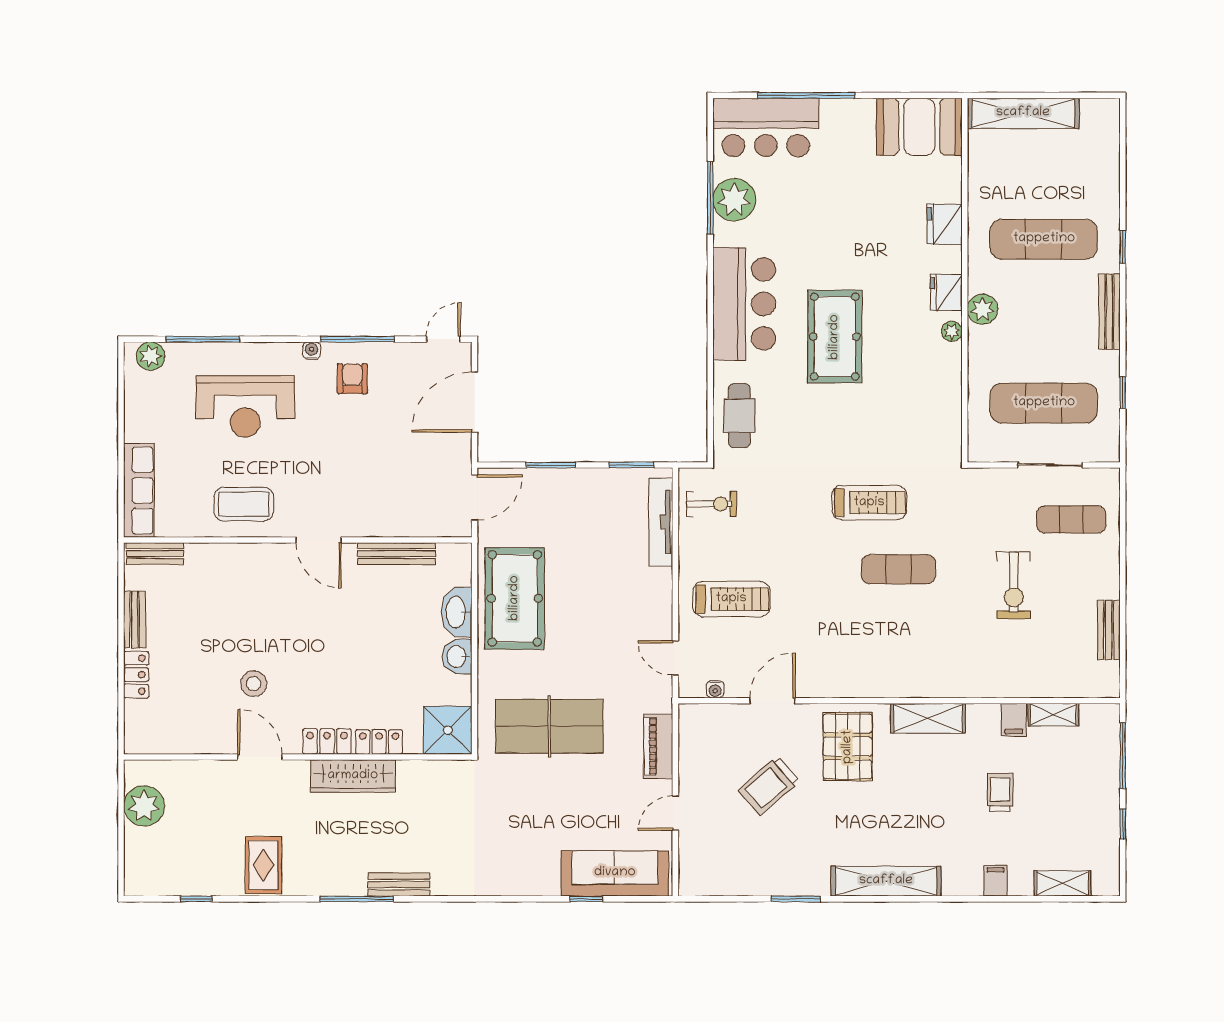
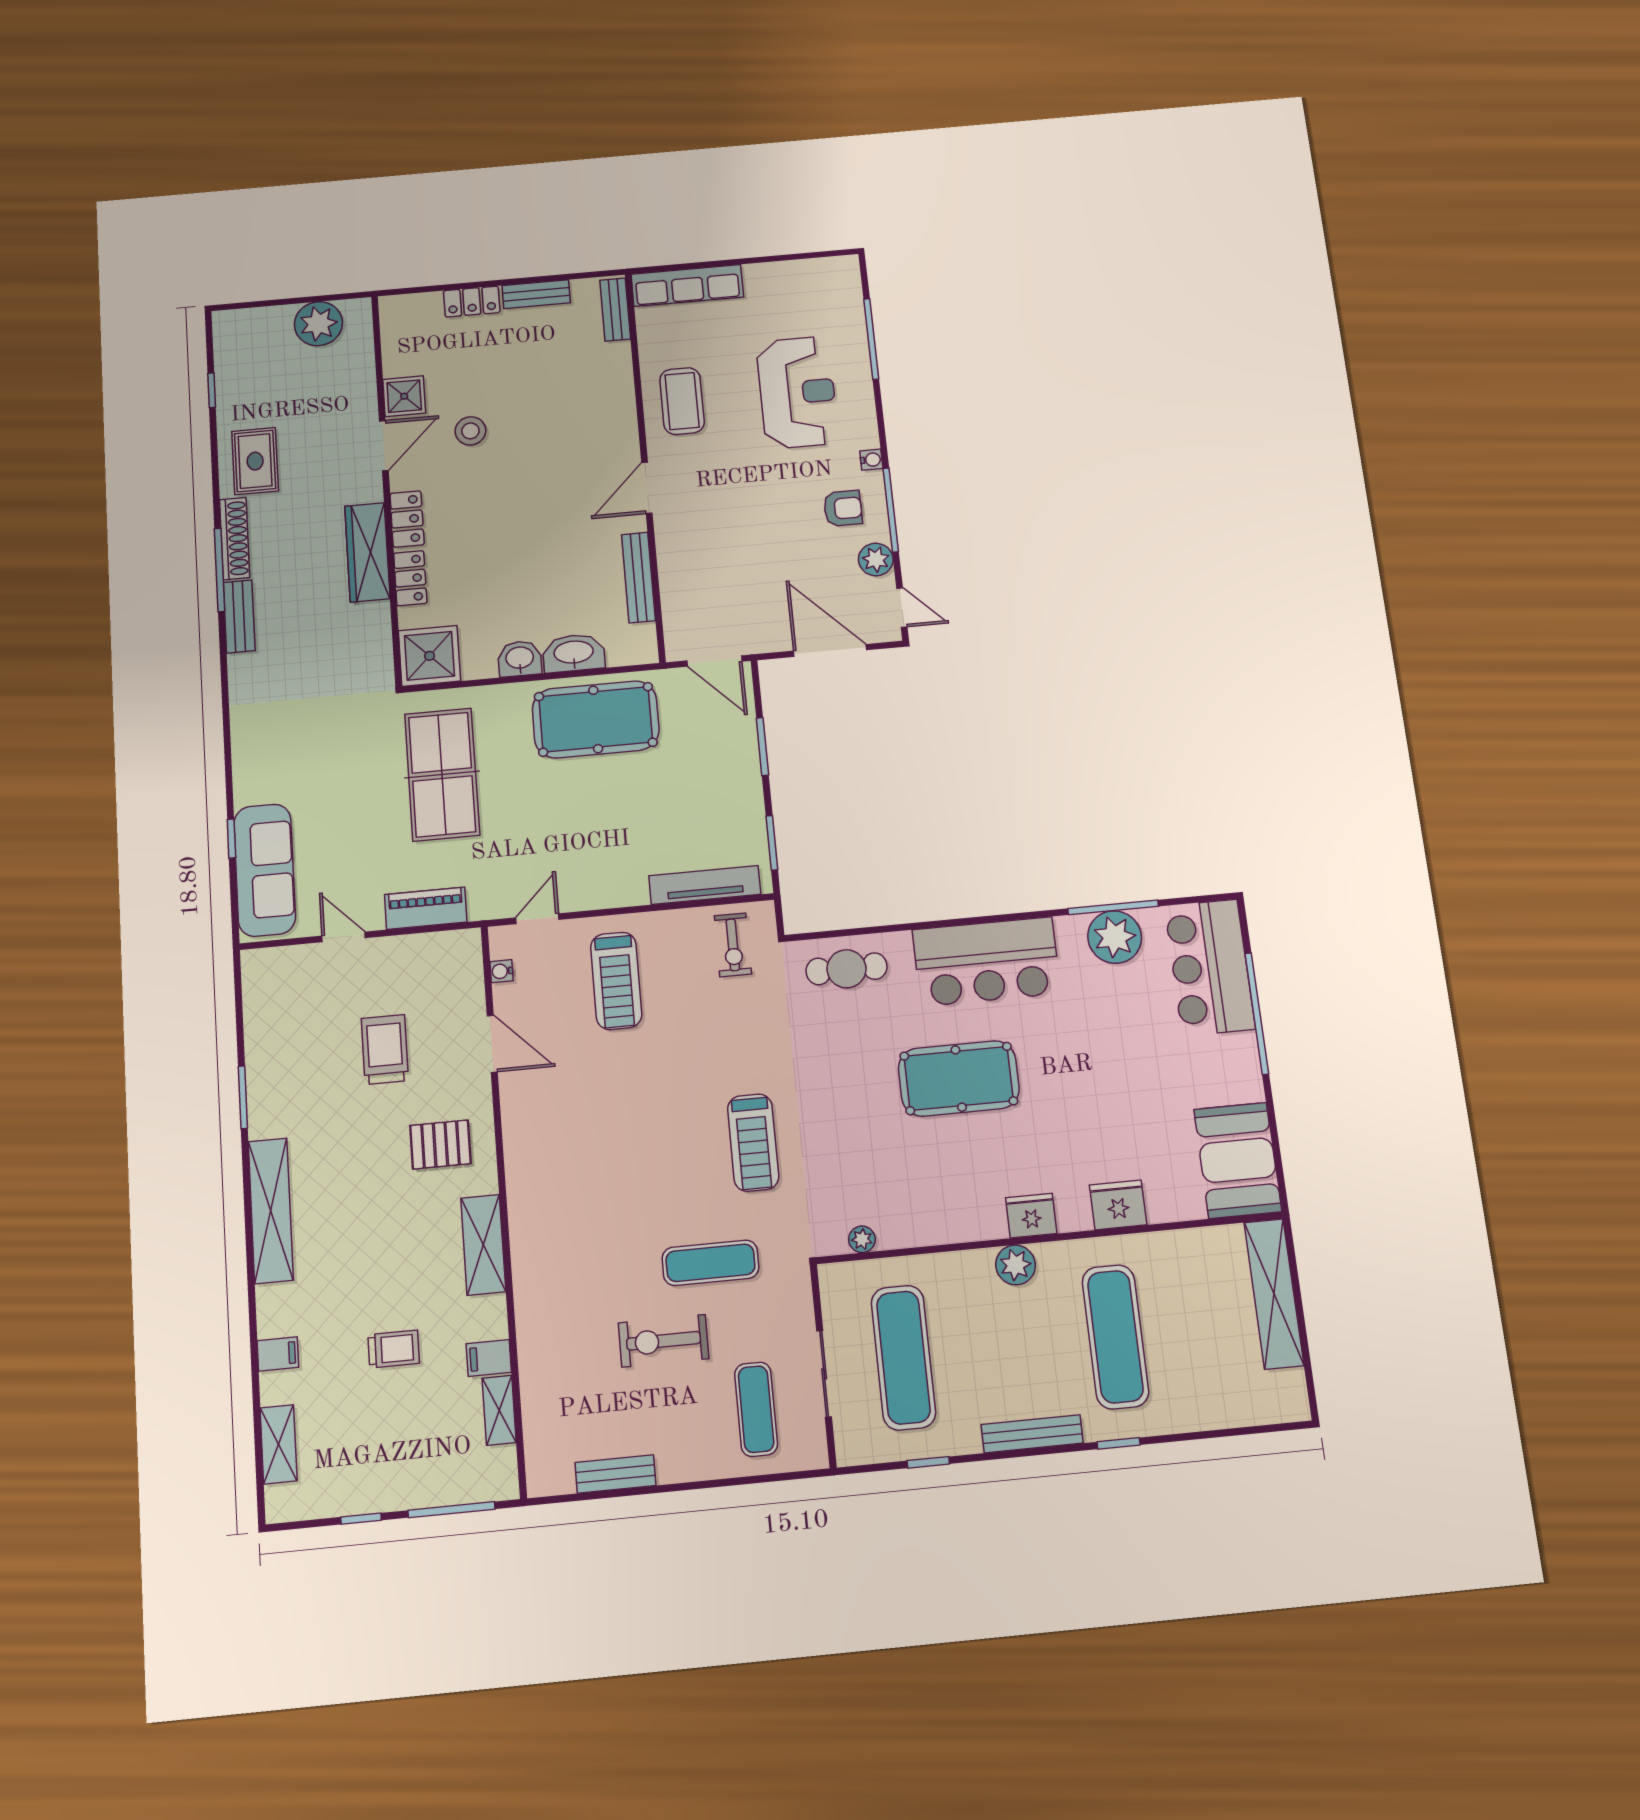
plant: (952, 331) -> (862, 1239), moved
plant: (150, 356) -> (876, 559), moved
reception desk: (245, 406) -> (797, 392), turned 180
exercise mat: (898, 569) -> (710, 1263), moved, turned 90
shower: (217, 737) -> (404, 396), added
pallet: (848, 747) -> (440, 1144), width x0.67, depth x0.71
trolley: (769, 786) -> (385, 1050), turned 41
rug: (263, 865) -> (255, 461), turned 90
shoe rack: (330, 885) -> (235, 538), added

